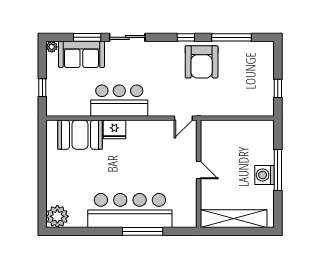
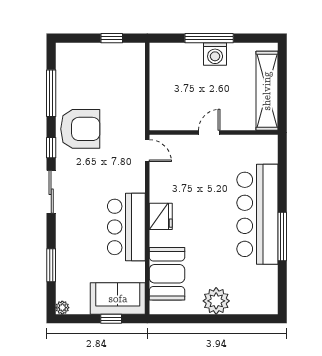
sliding door: (127, 37) -> (51, 192), moved
sofa: (81, 54) -> (118, 299), moved, turned -90
fridge: (114, 129) -> (161, 216), moved
plant: (57, 216) -> (216, 301), moved
window: (143, 231) -> (282, 237), moved

